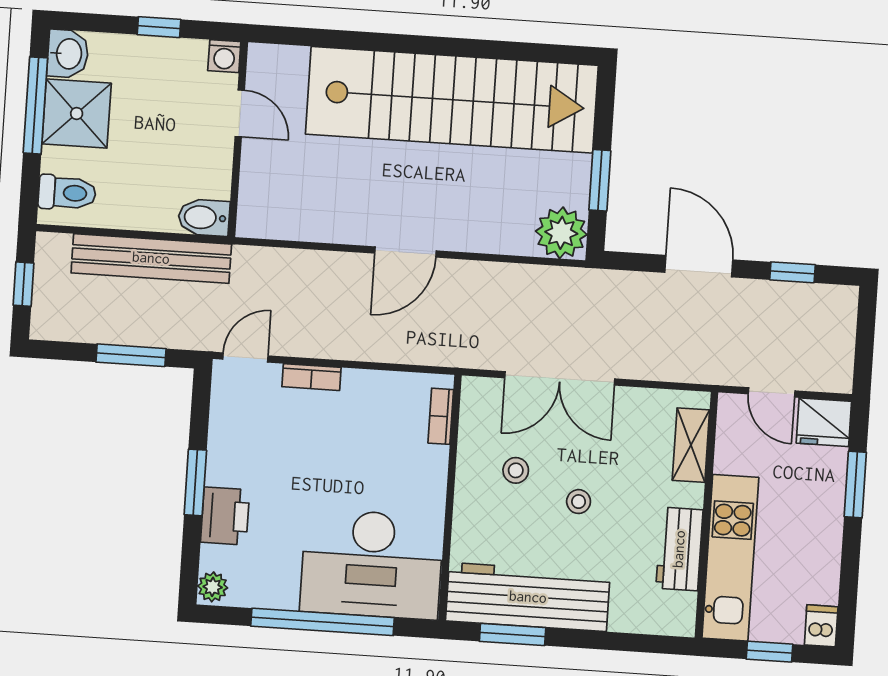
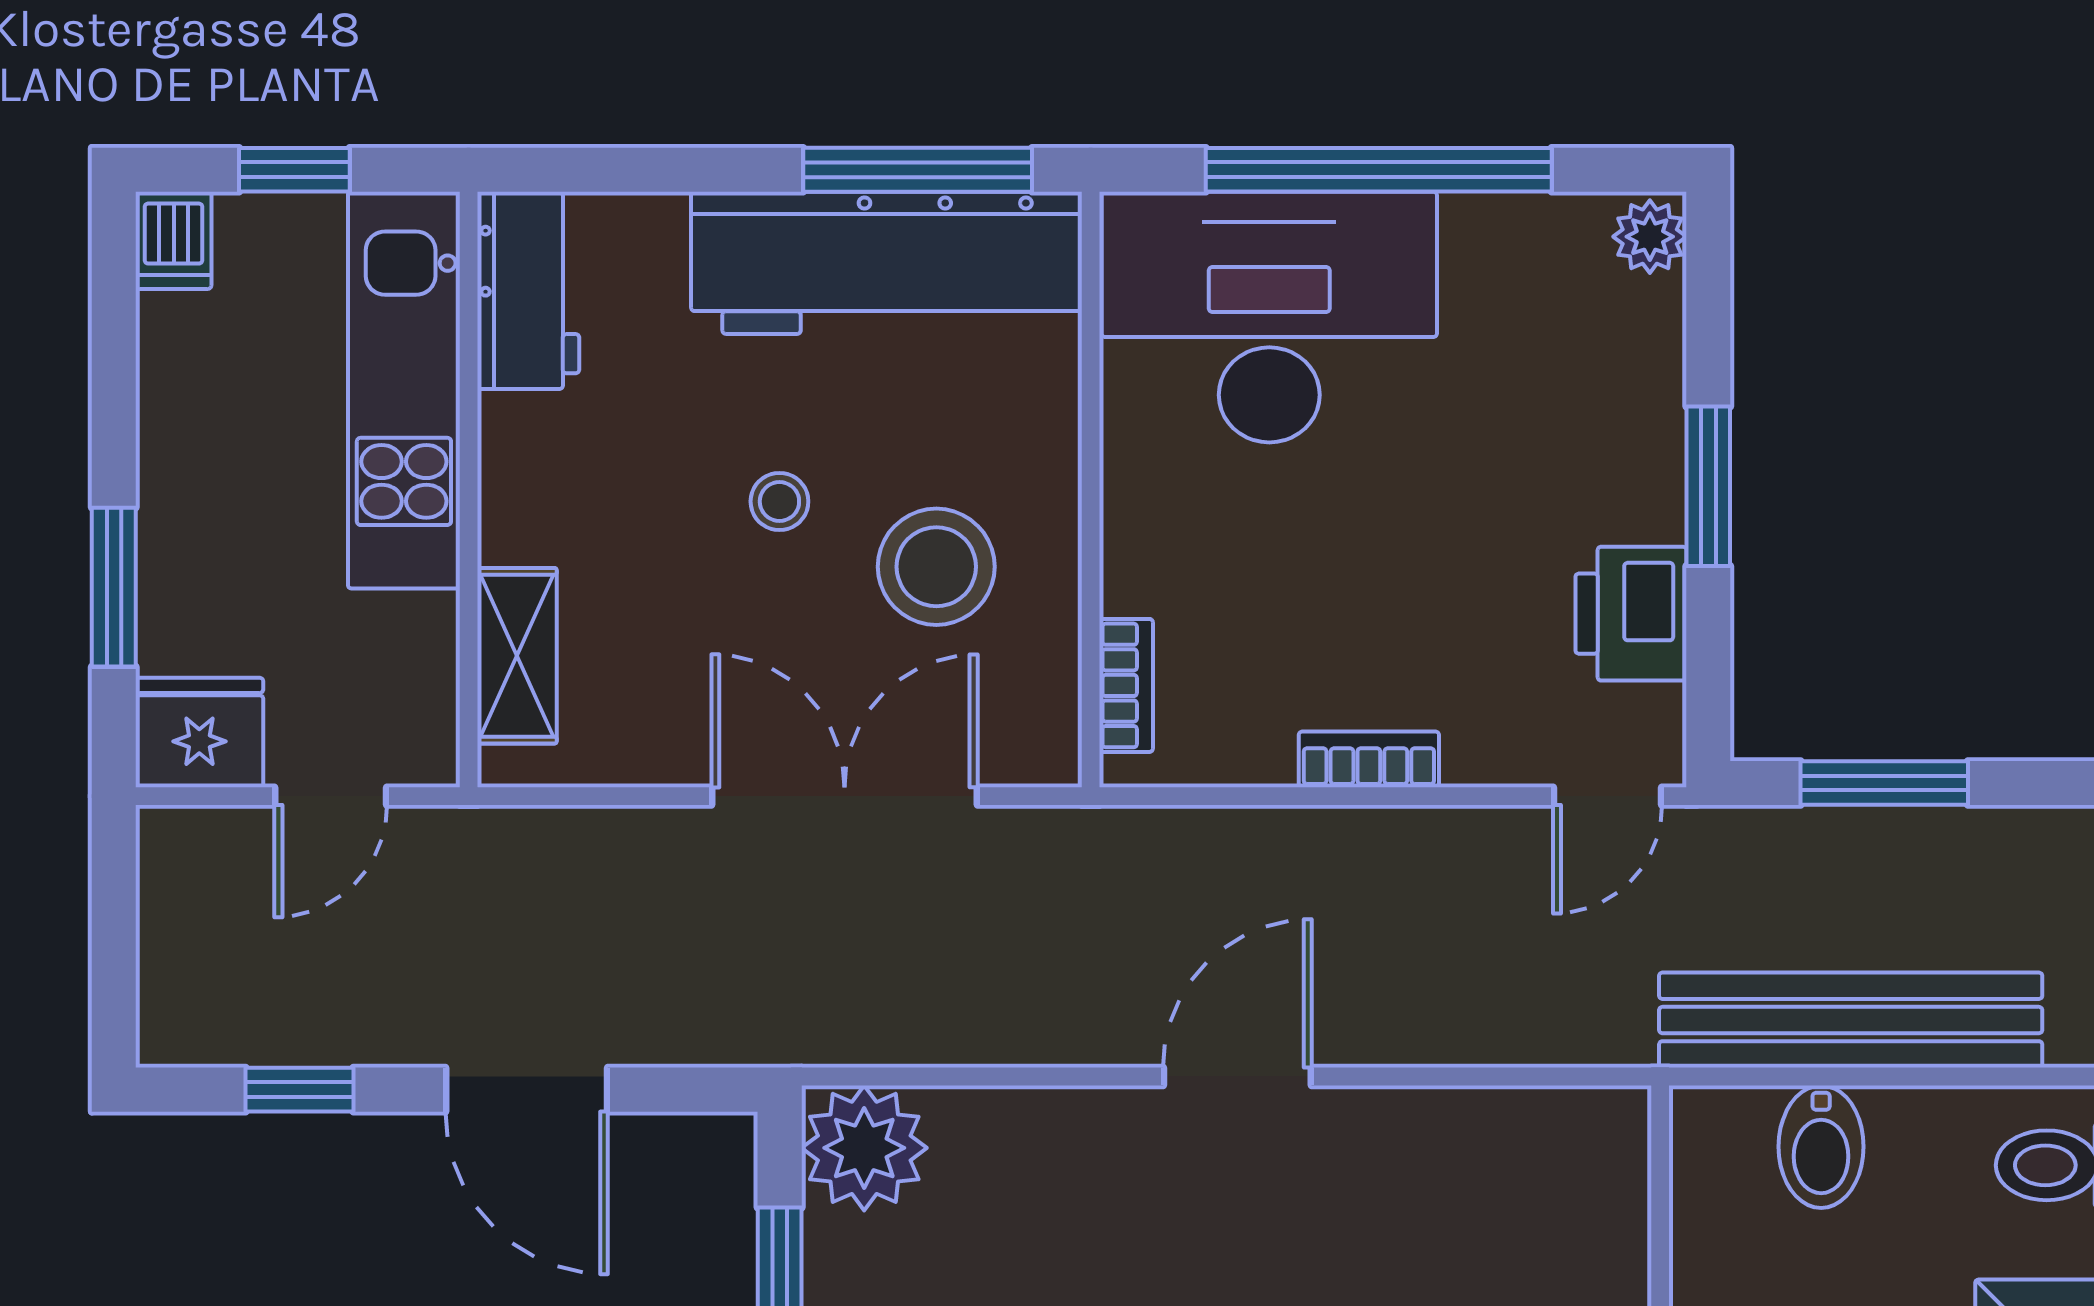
bidet: (204, 217) -> (1821, 1147), moved, turned 90
bookcase: (311, 377) -> (1369, 759), moved
door: (772, 392) -> (331, 796), swing flipped
stool: (516, 470) -> (936, 567), width x1.89, depth x1.89
printer: (225, 516) -> (1631, 614), moved
workbench: (679, 549) -> (528, 291), moved
window: (513, 635) -> (918, 170), width x1.44

